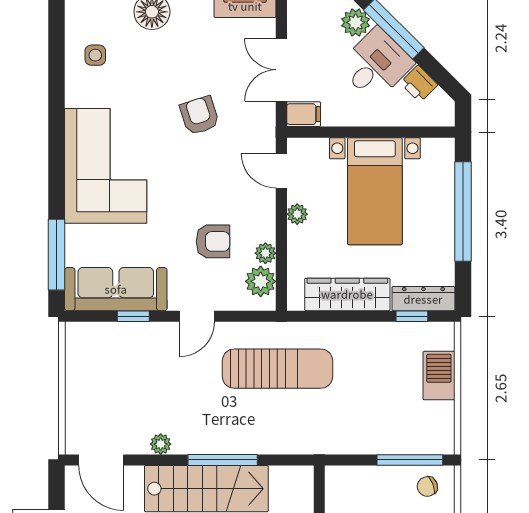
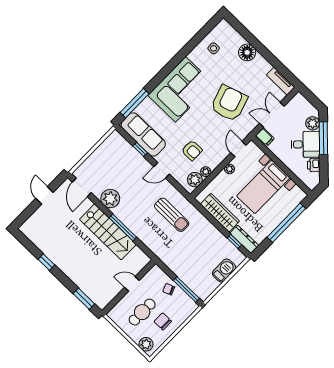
armchair: (200, 115) -> (229, 103), width x1.88, depth x1.88
sun lounger: (277, 369) -> (172, 215), width x0.73, depth x0.75
plant: (161, 444) -> (110, 199), width x1.87, depth x1.87
chair: (427, 487) -> (169, 289), moved

